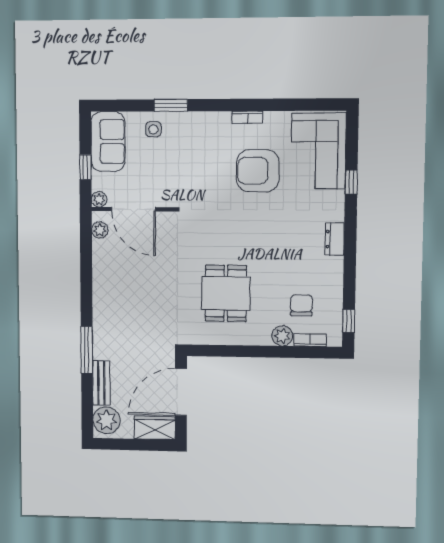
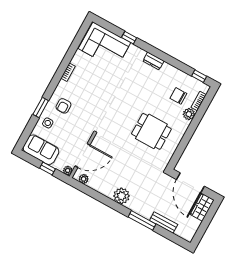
armchair: (258, 171) -> (63, 106), moved, width x0.53, depth x0.53
plant: (107, 420) -> (122, 196), moved

